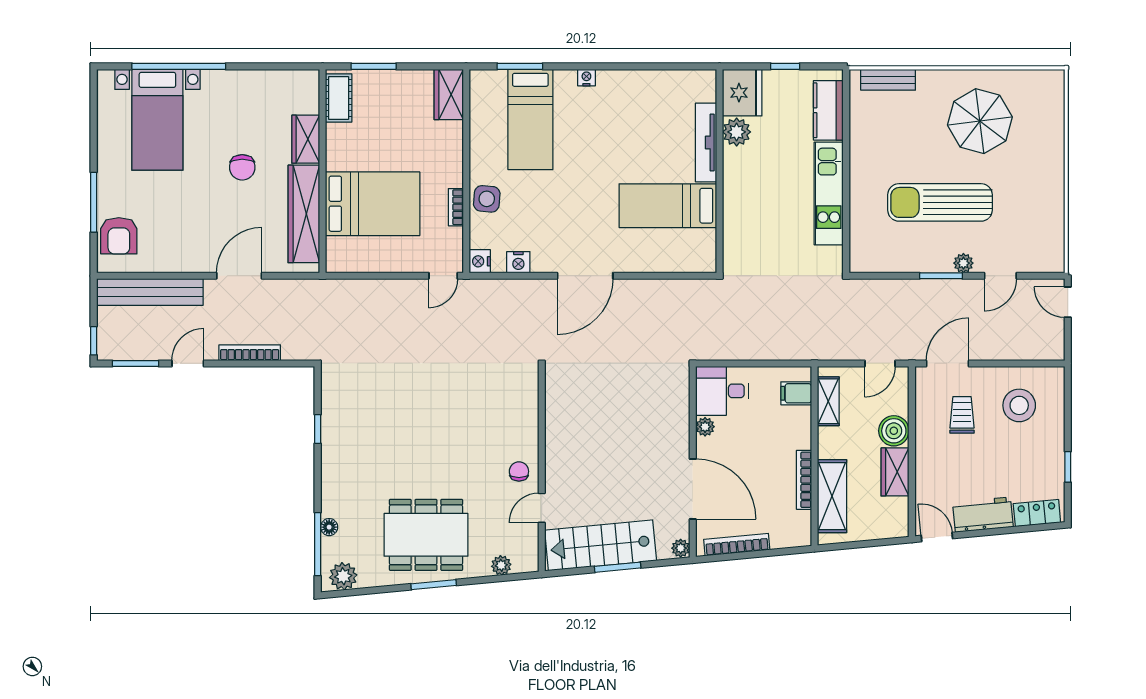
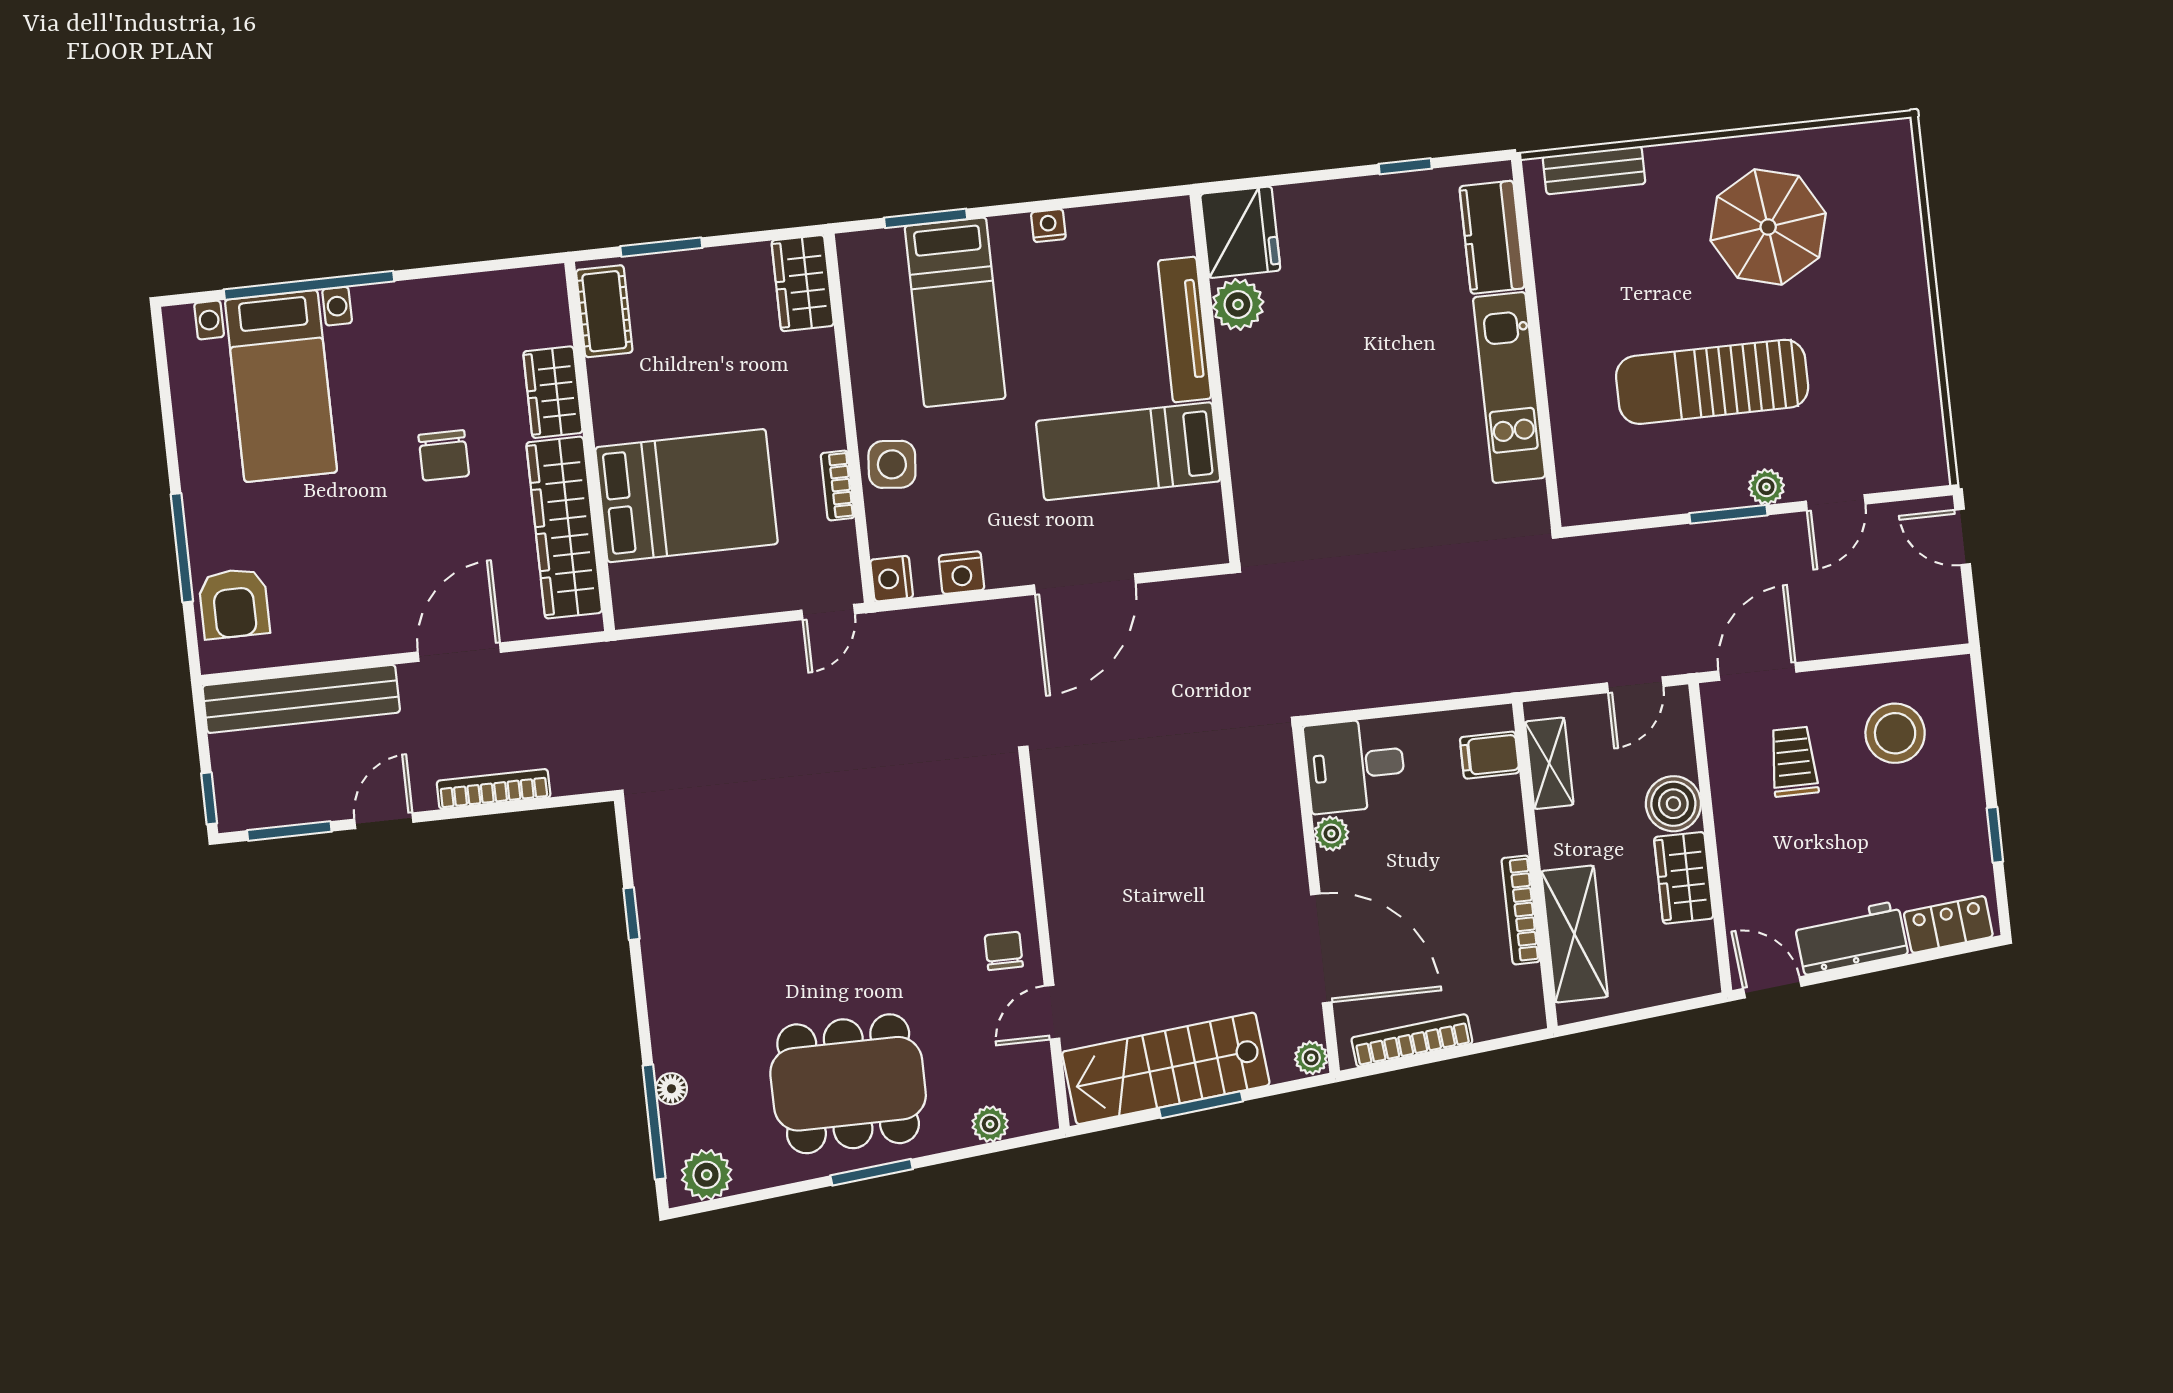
fridge: (742, 93) -> (1240, 232), moved
plant: (737, 132) -> (1238, 304), moved
tv unit: (706, 143) -> (1185, 329), moved
wall: (719, 171) -> (1215, 379), moved
bed: (668, 206) -> (1128, 451), moved

